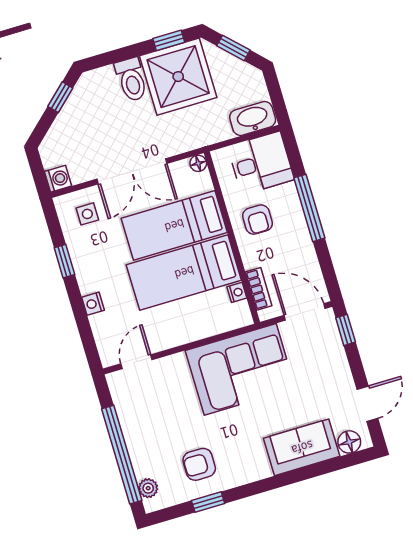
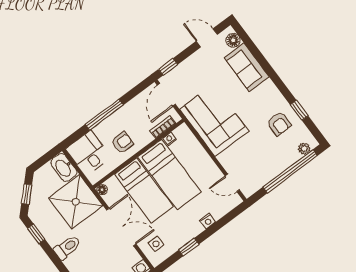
shower: (178, 77) -> (76, 202), moved

